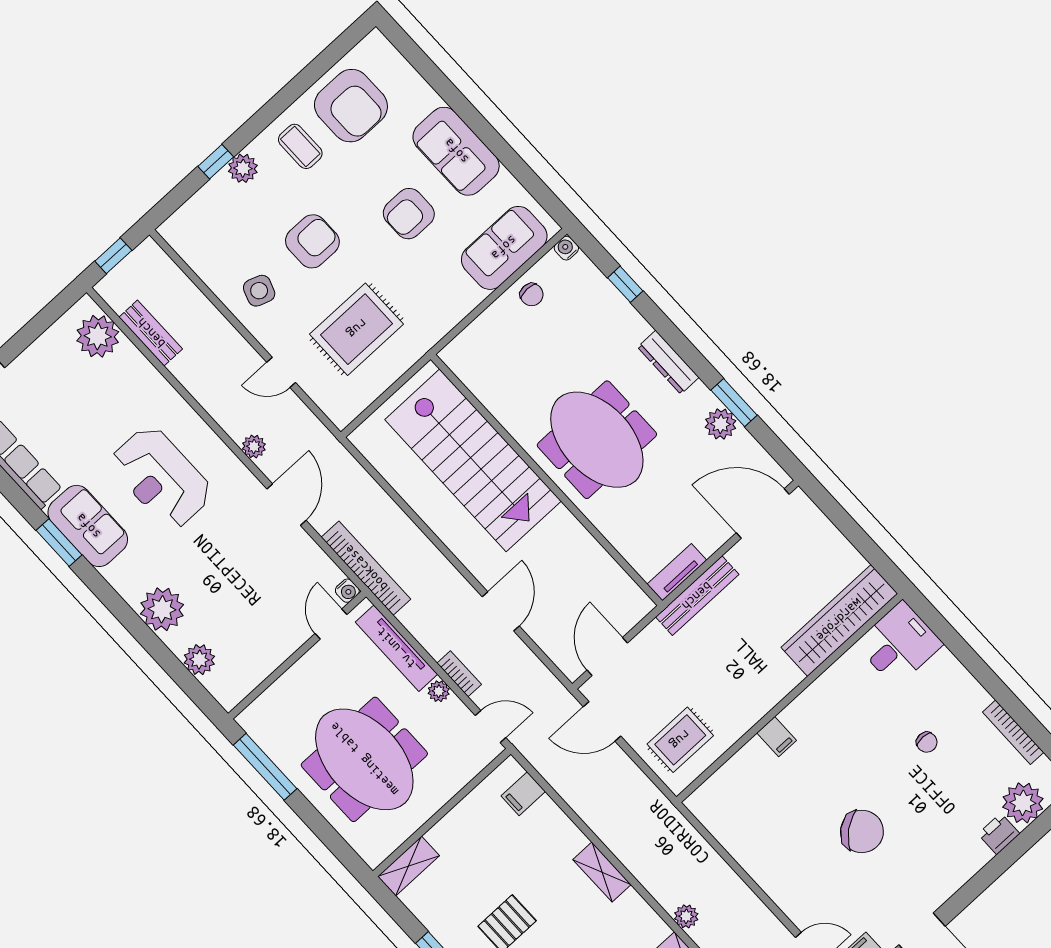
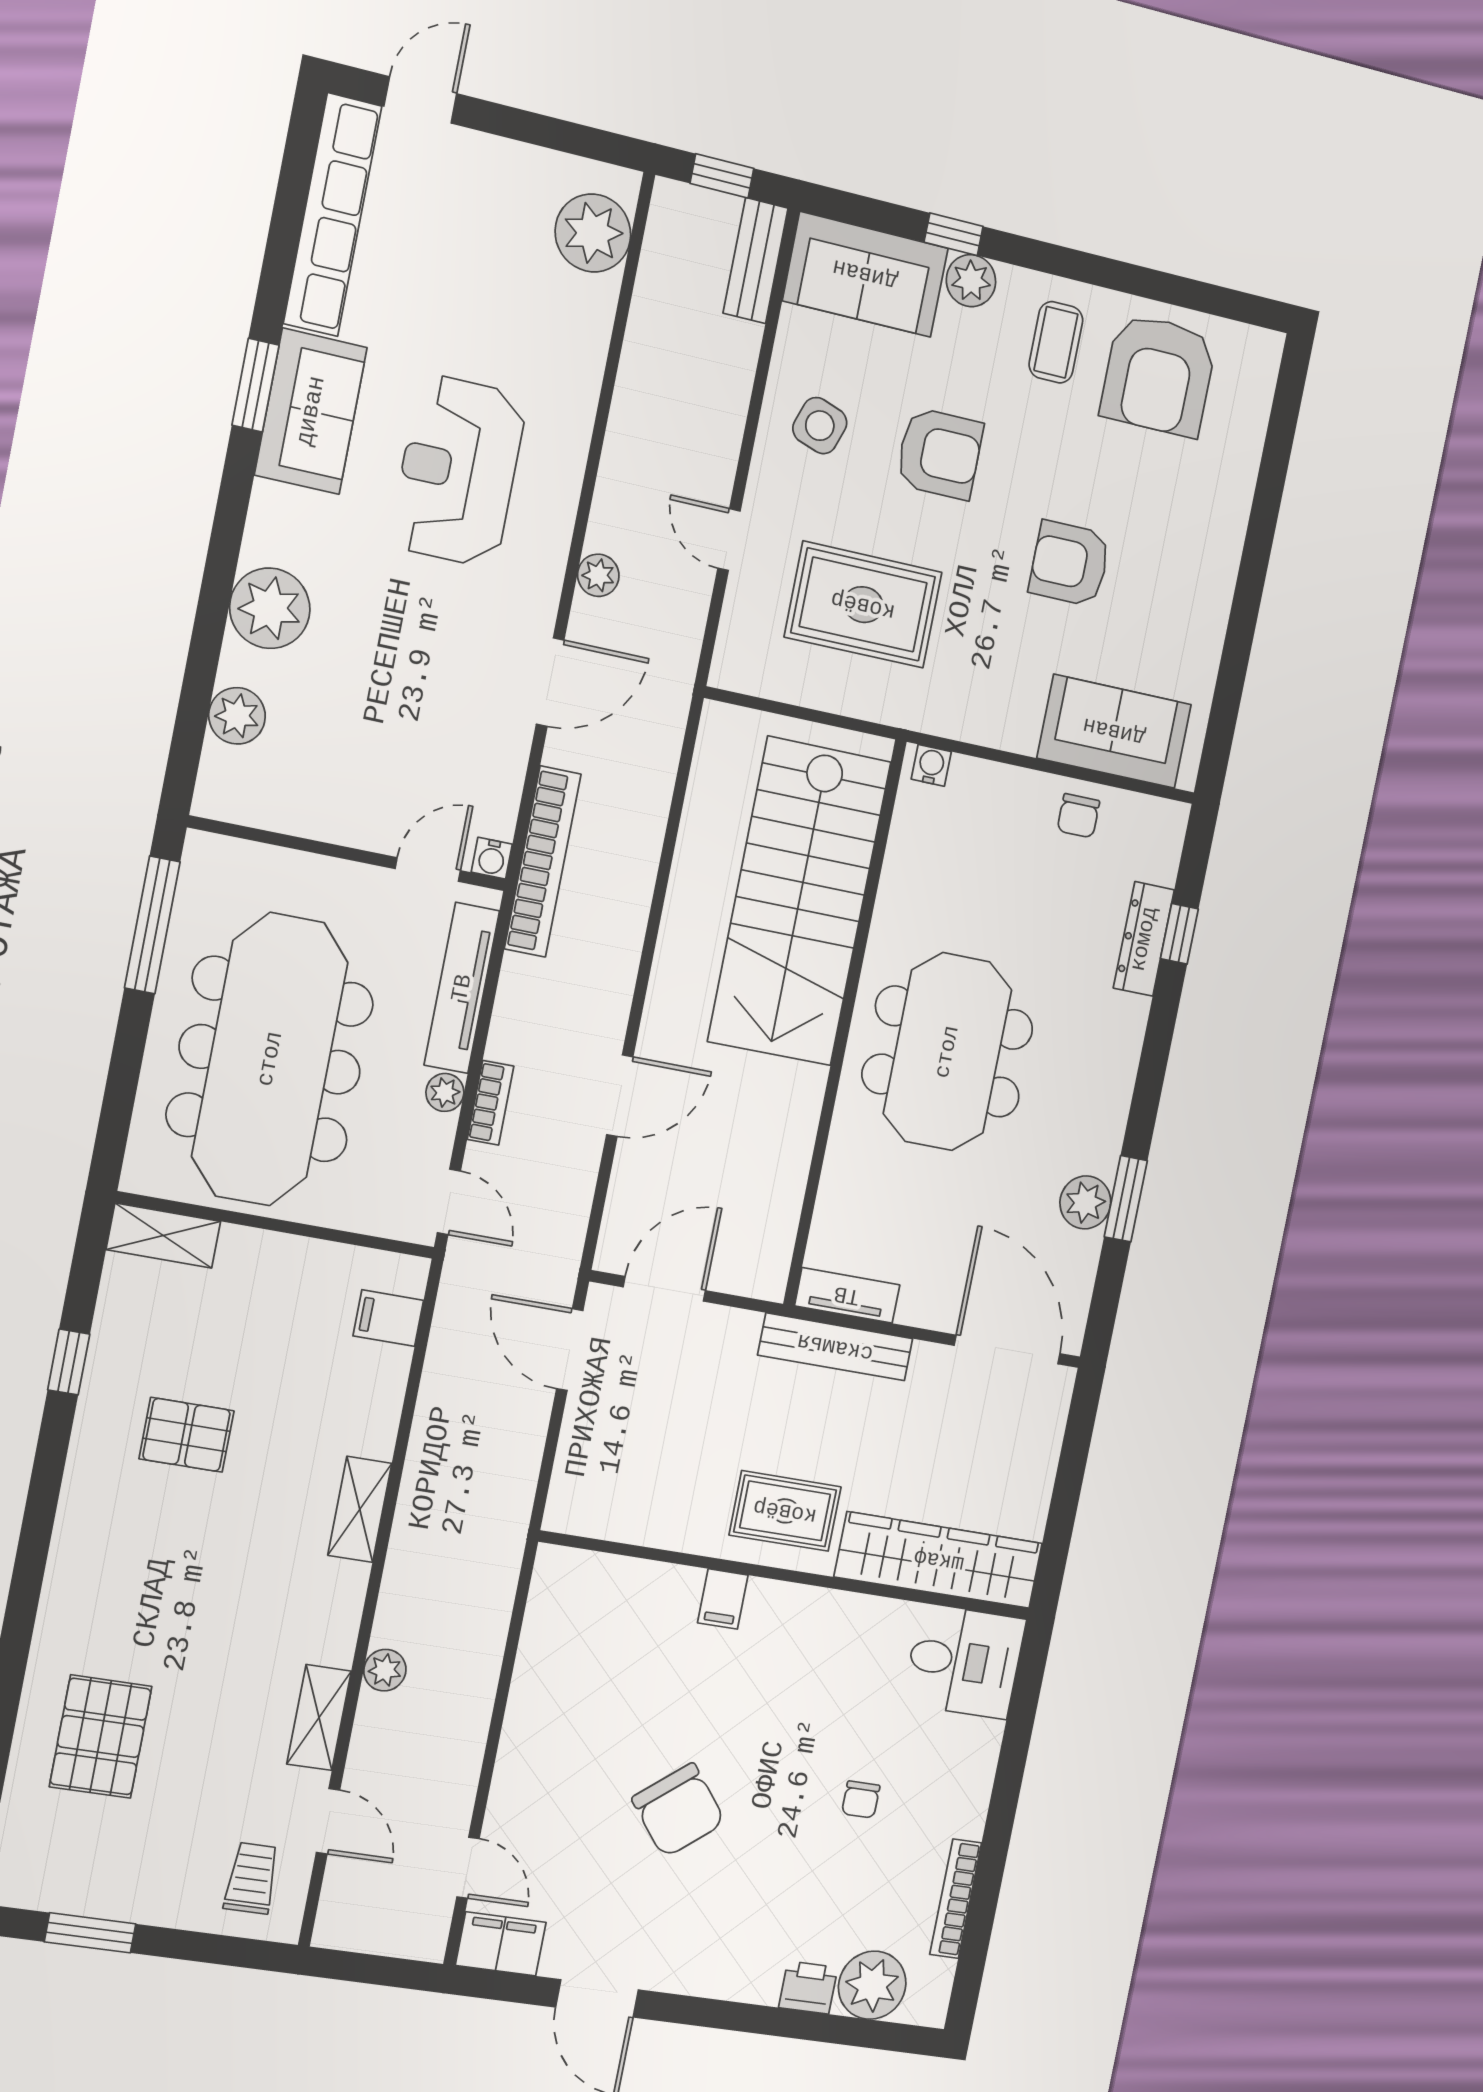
sofa: (456, 151) -> (865, 274), moved, turned -90
water cooler: (566, 248) -> (931, 765), moved
bench: (151, 333) -> (756, 261), moved
dresser: (668, 362) -> (1144, 939), moved
rug: (680, 740) -> (785, 1511), moved
meeting table: (364, 759) -> (270, 1059), width x1.36

